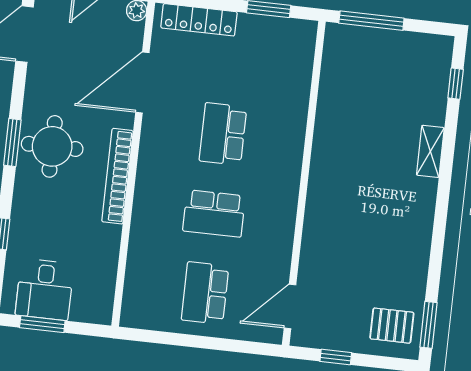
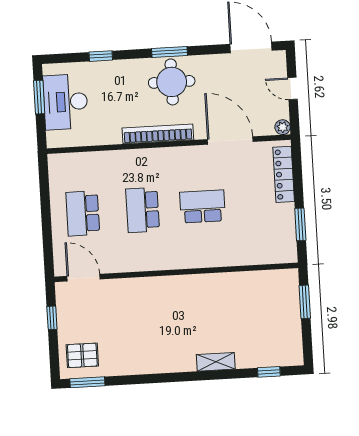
window: (371, 21) -> (305, 302), width x0.69
desk: (45, 289) -> (66, 102), width x1.37
school desk: (205, 293) -> (83, 213), turned -90
pallet: (392, 326) -> (82, 355), turned 90

